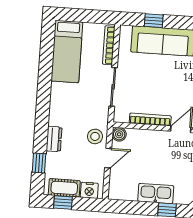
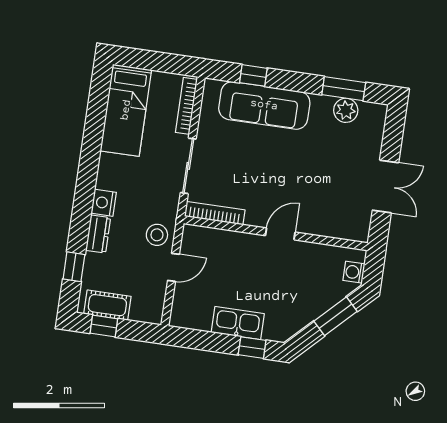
bookcase: (150, 119) -> (215, 213), moved
boiler: (119, 134) -> (192, 234), removed
nightstand: (89, 190) -> (104, 203), moved, turned 90

